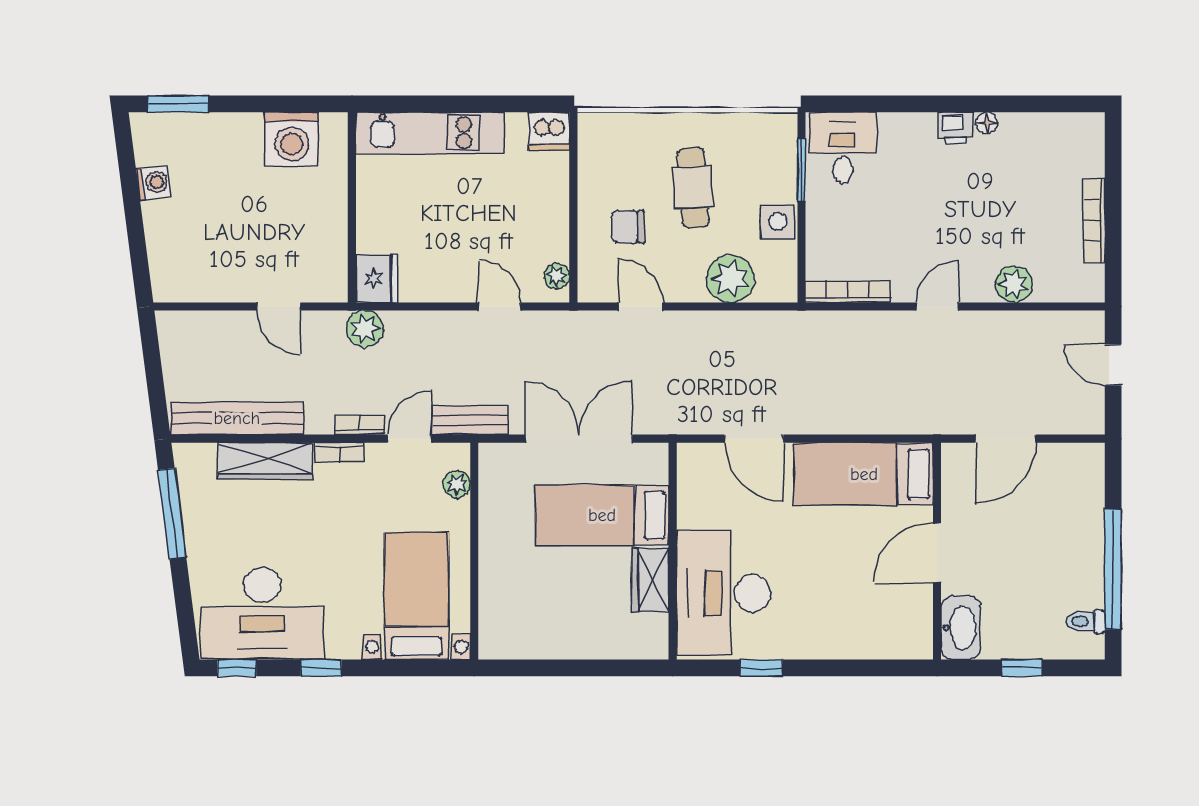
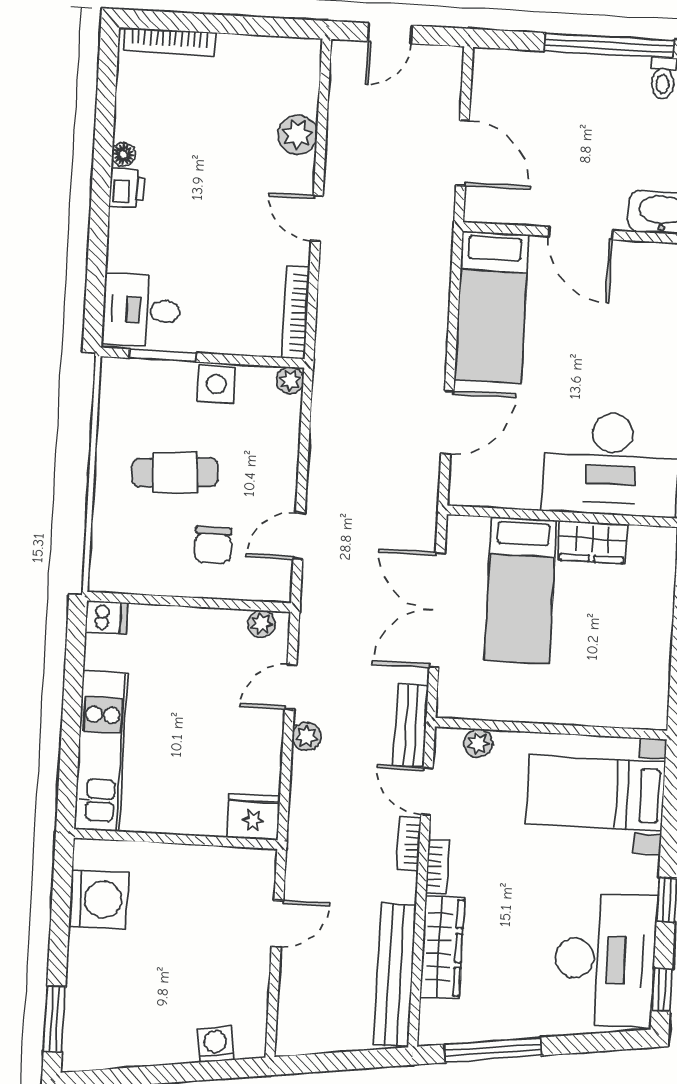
dishwasher: (549, 131) -> (106, 618), width x0.73
washing machine: (153, 183) -> (216, 1044), moved
bookcase: (1094, 220) -> (169, 42), moved
plant: (730, 279) -> (290, 380), moved, width x0.53, depth x0.53
plant: (365, 329) -> (306, 737), moved, width x0.73, depth x0.73

